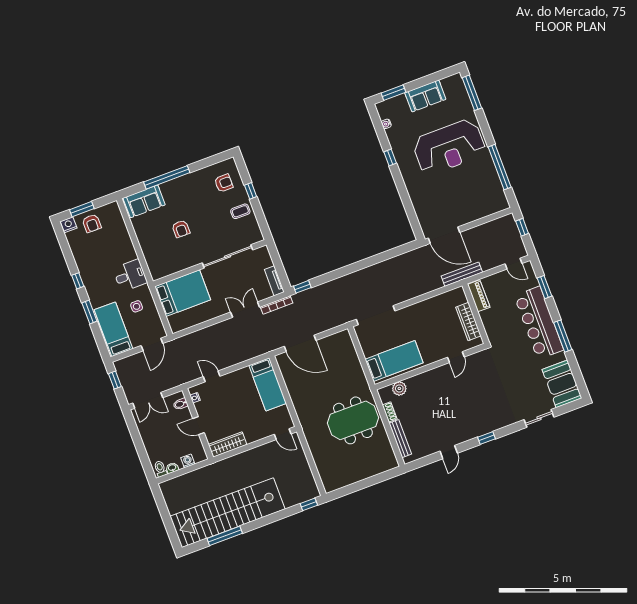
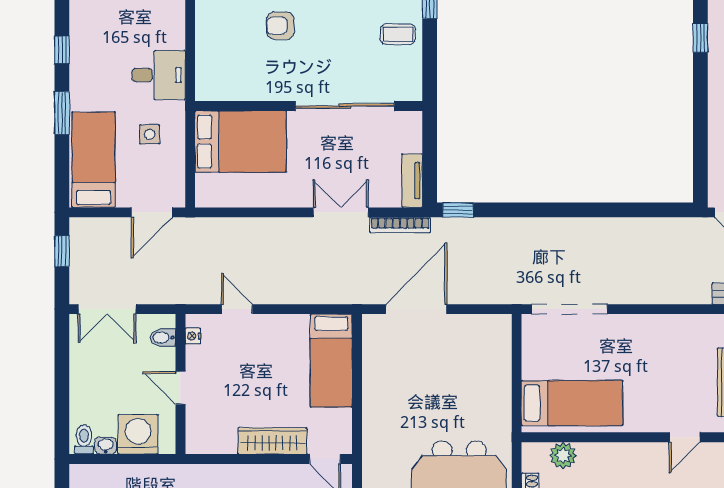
armchair: (181, 229) -> (280, 26), turned 90
door: (300, 343) -> (416, 309), swing flipped
wardrobe: (228, 444) -> (272, 441), moved
washing machine: (188, 461) -> (138, 434), width x1.89, depth x1.89

